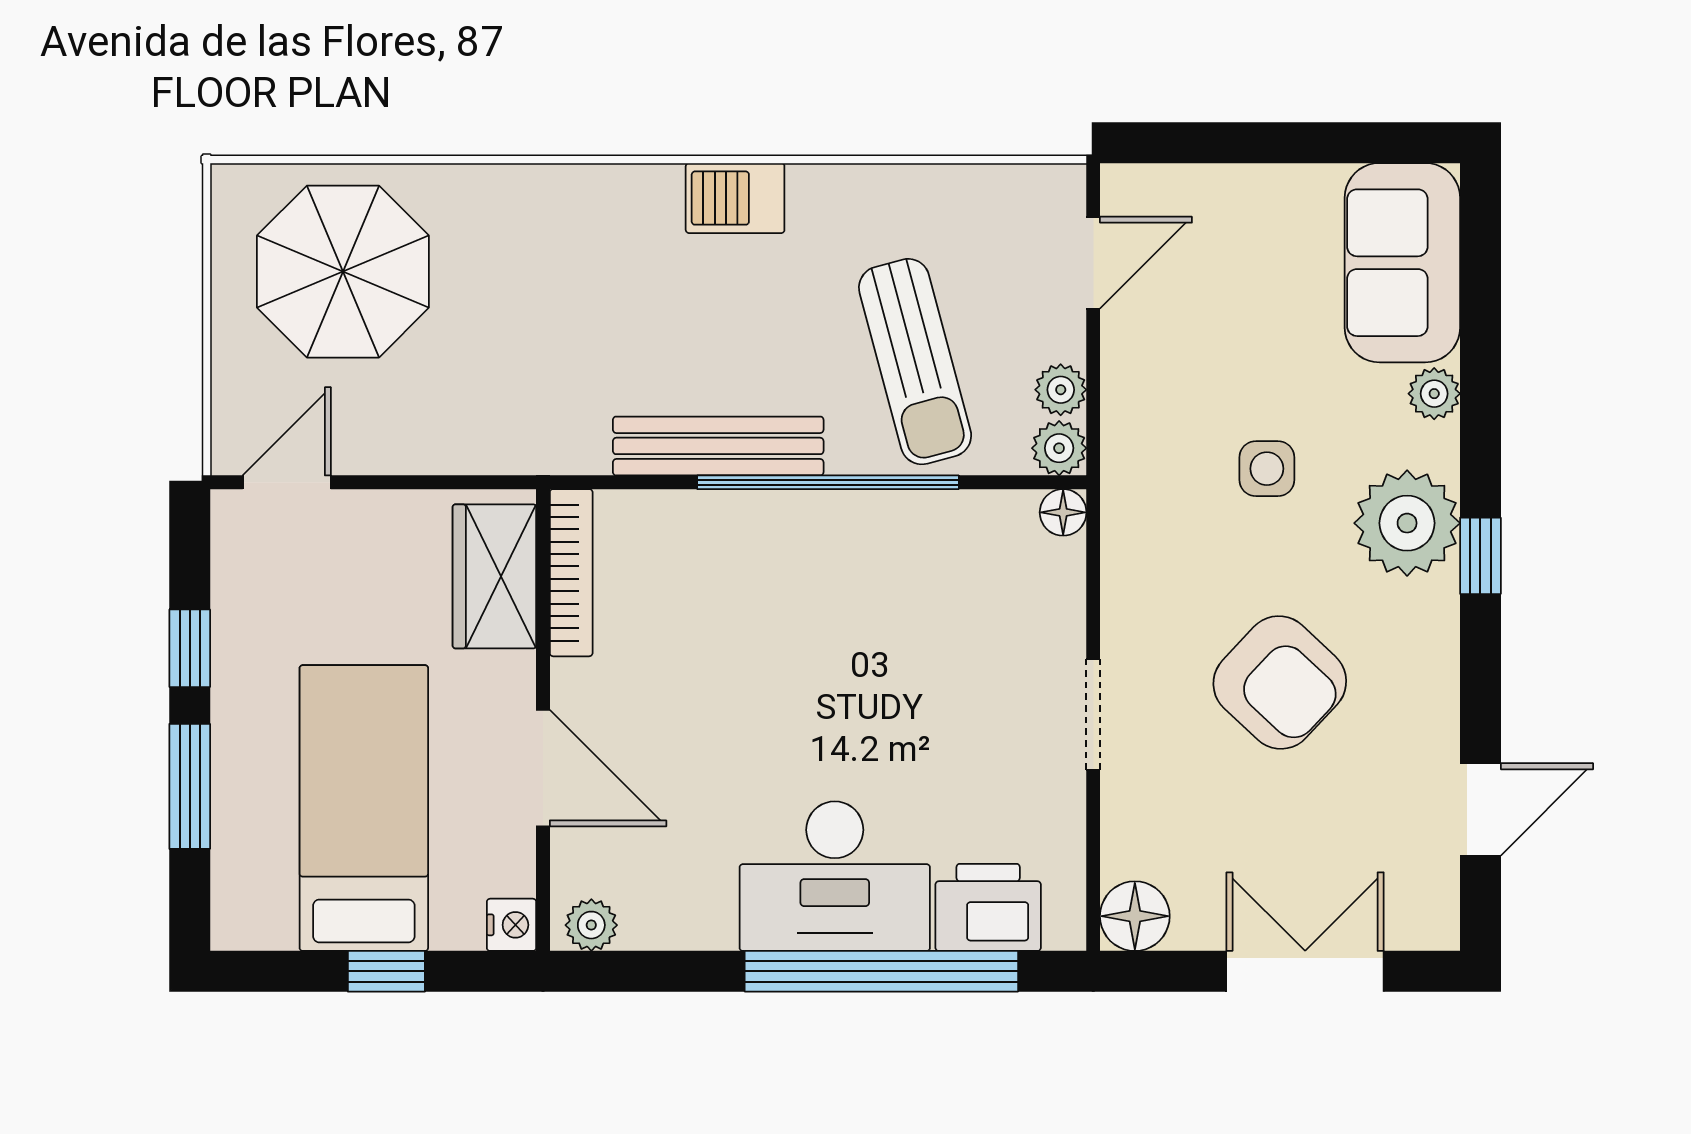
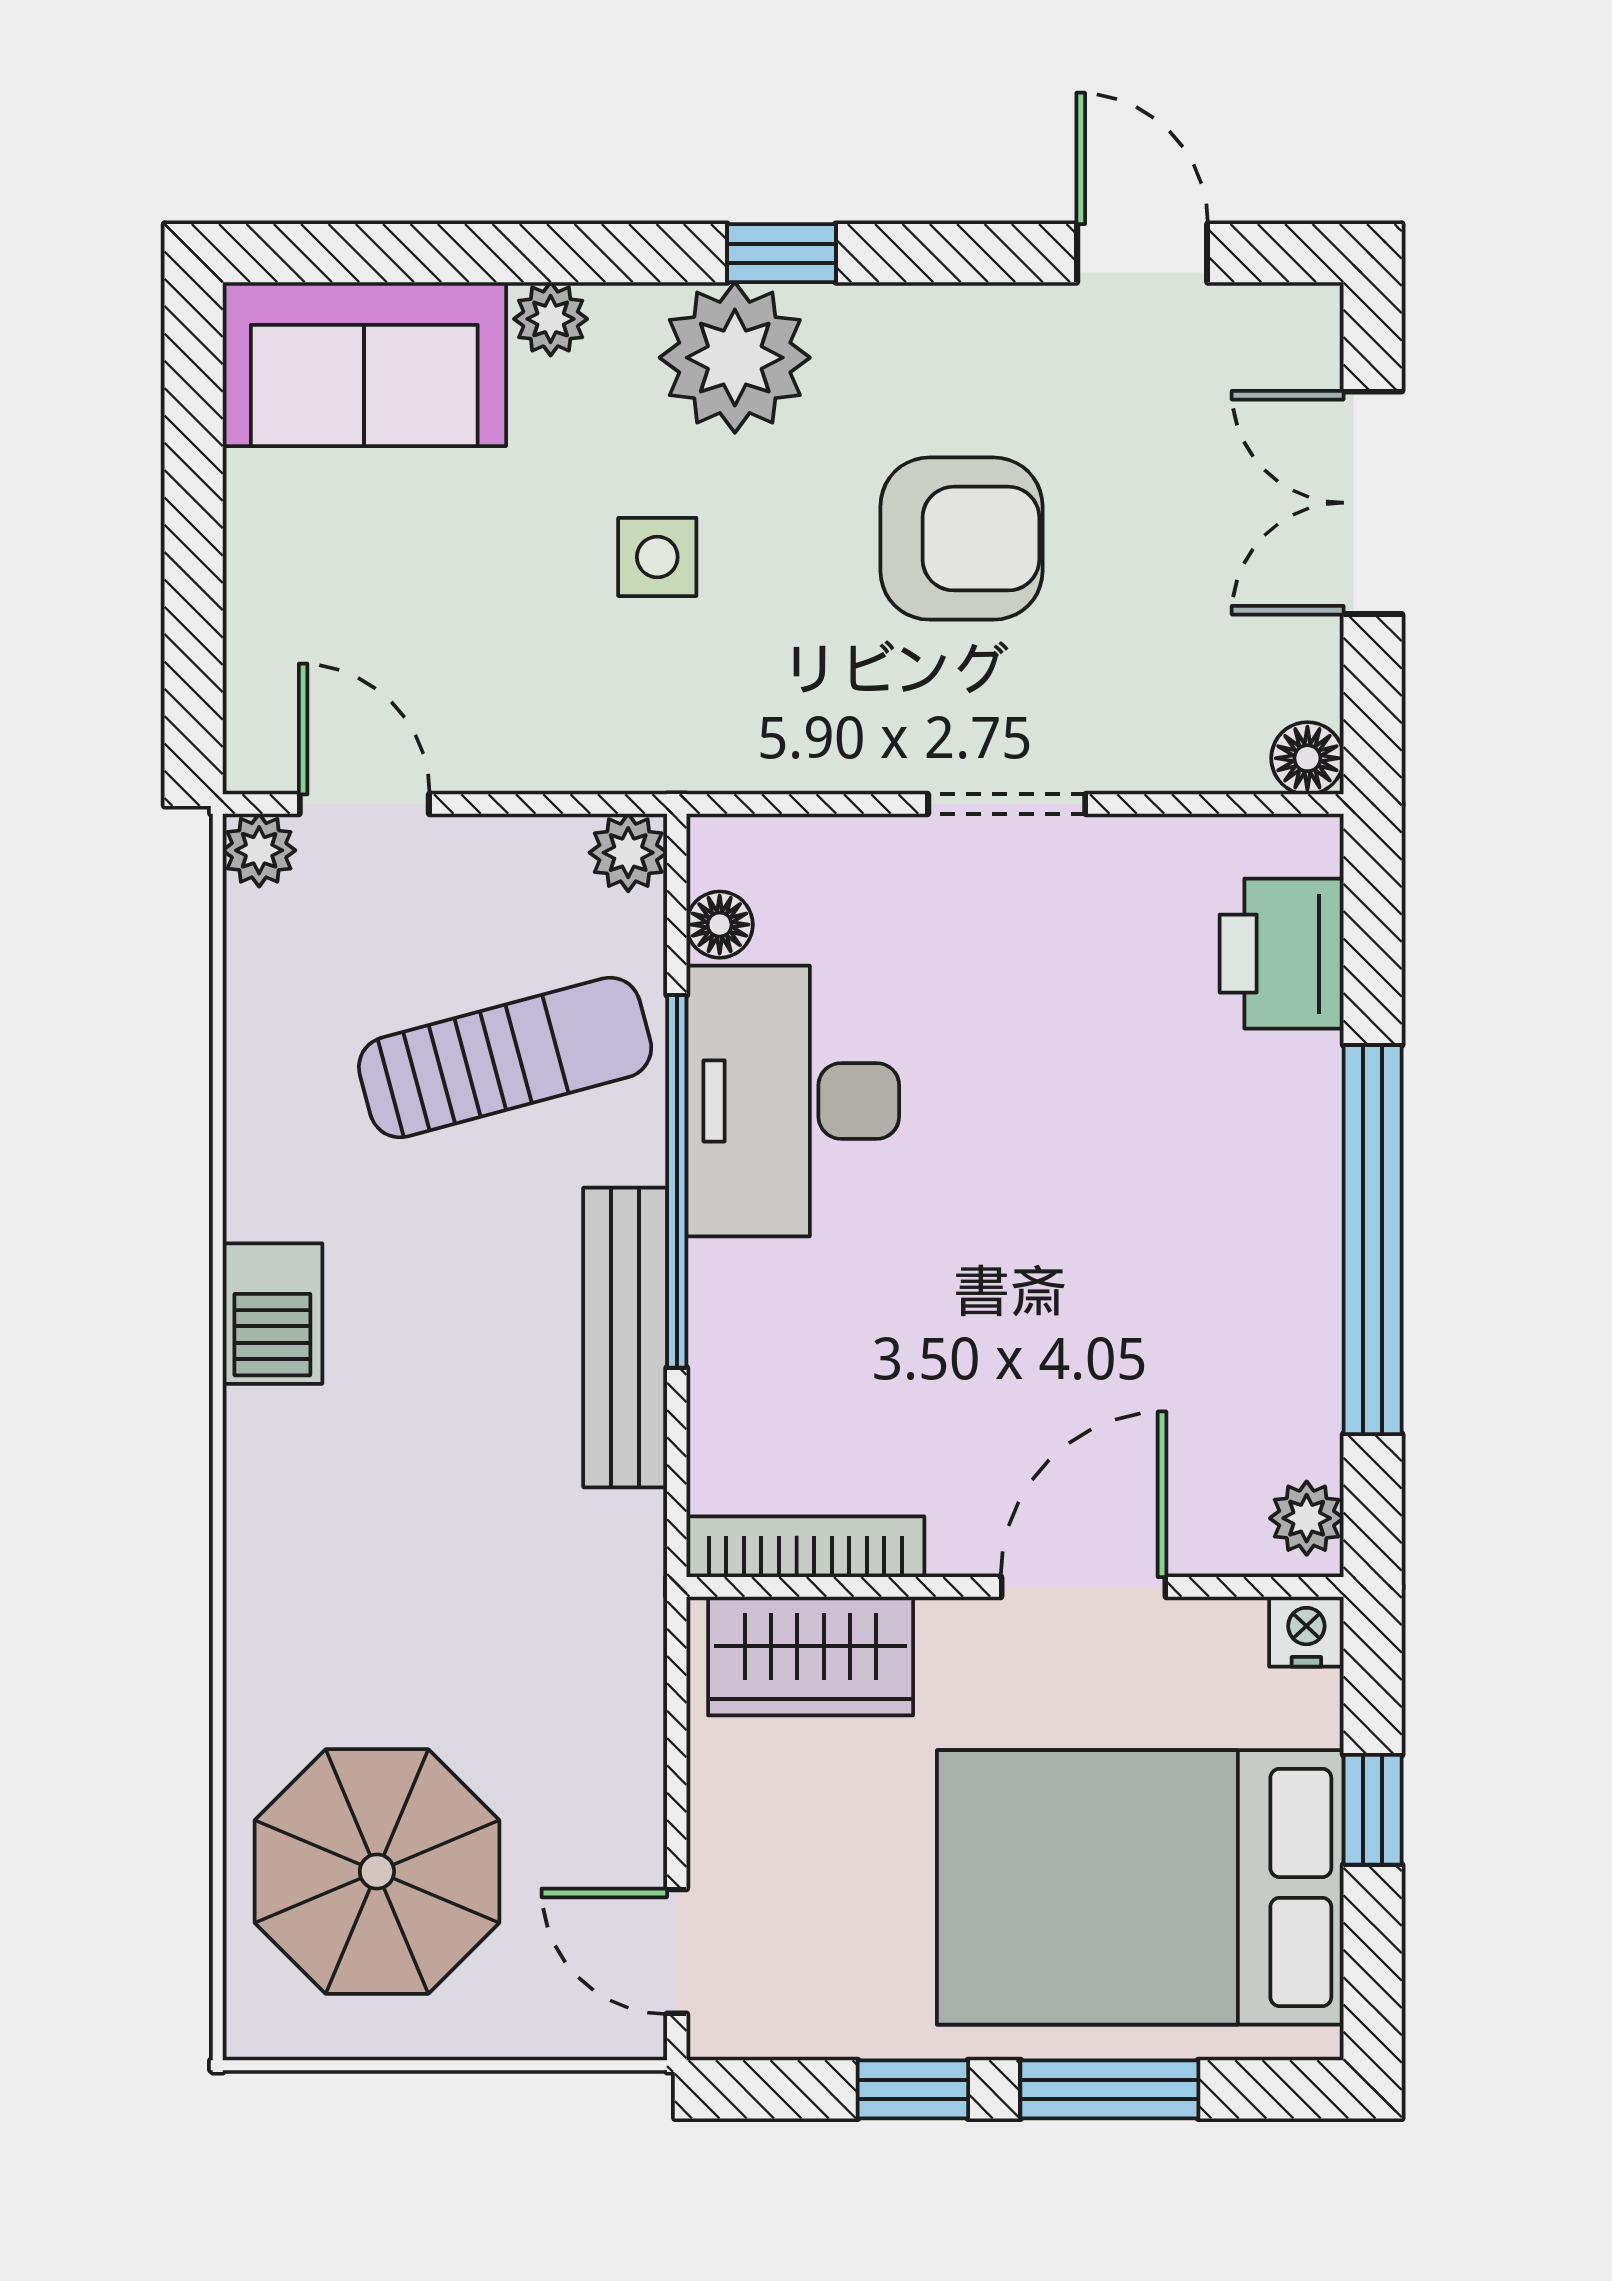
plant: (1061, 390) -> (259, 850), moved
floor lamp: (1063, 512) -> (720, 925), moved
armchair: (1280, 682) -> (962, 539), turned 47
bed: (364, 808) -> (1140, 1887), width x1.50
desk: (835, 876) -> (793, 1101), moved, turned 180
floor lamp: (1135, 916) -> (1307, 758), width x0.73, depth x0.73
window: (881, 971) -> (1373, 1240), moved

